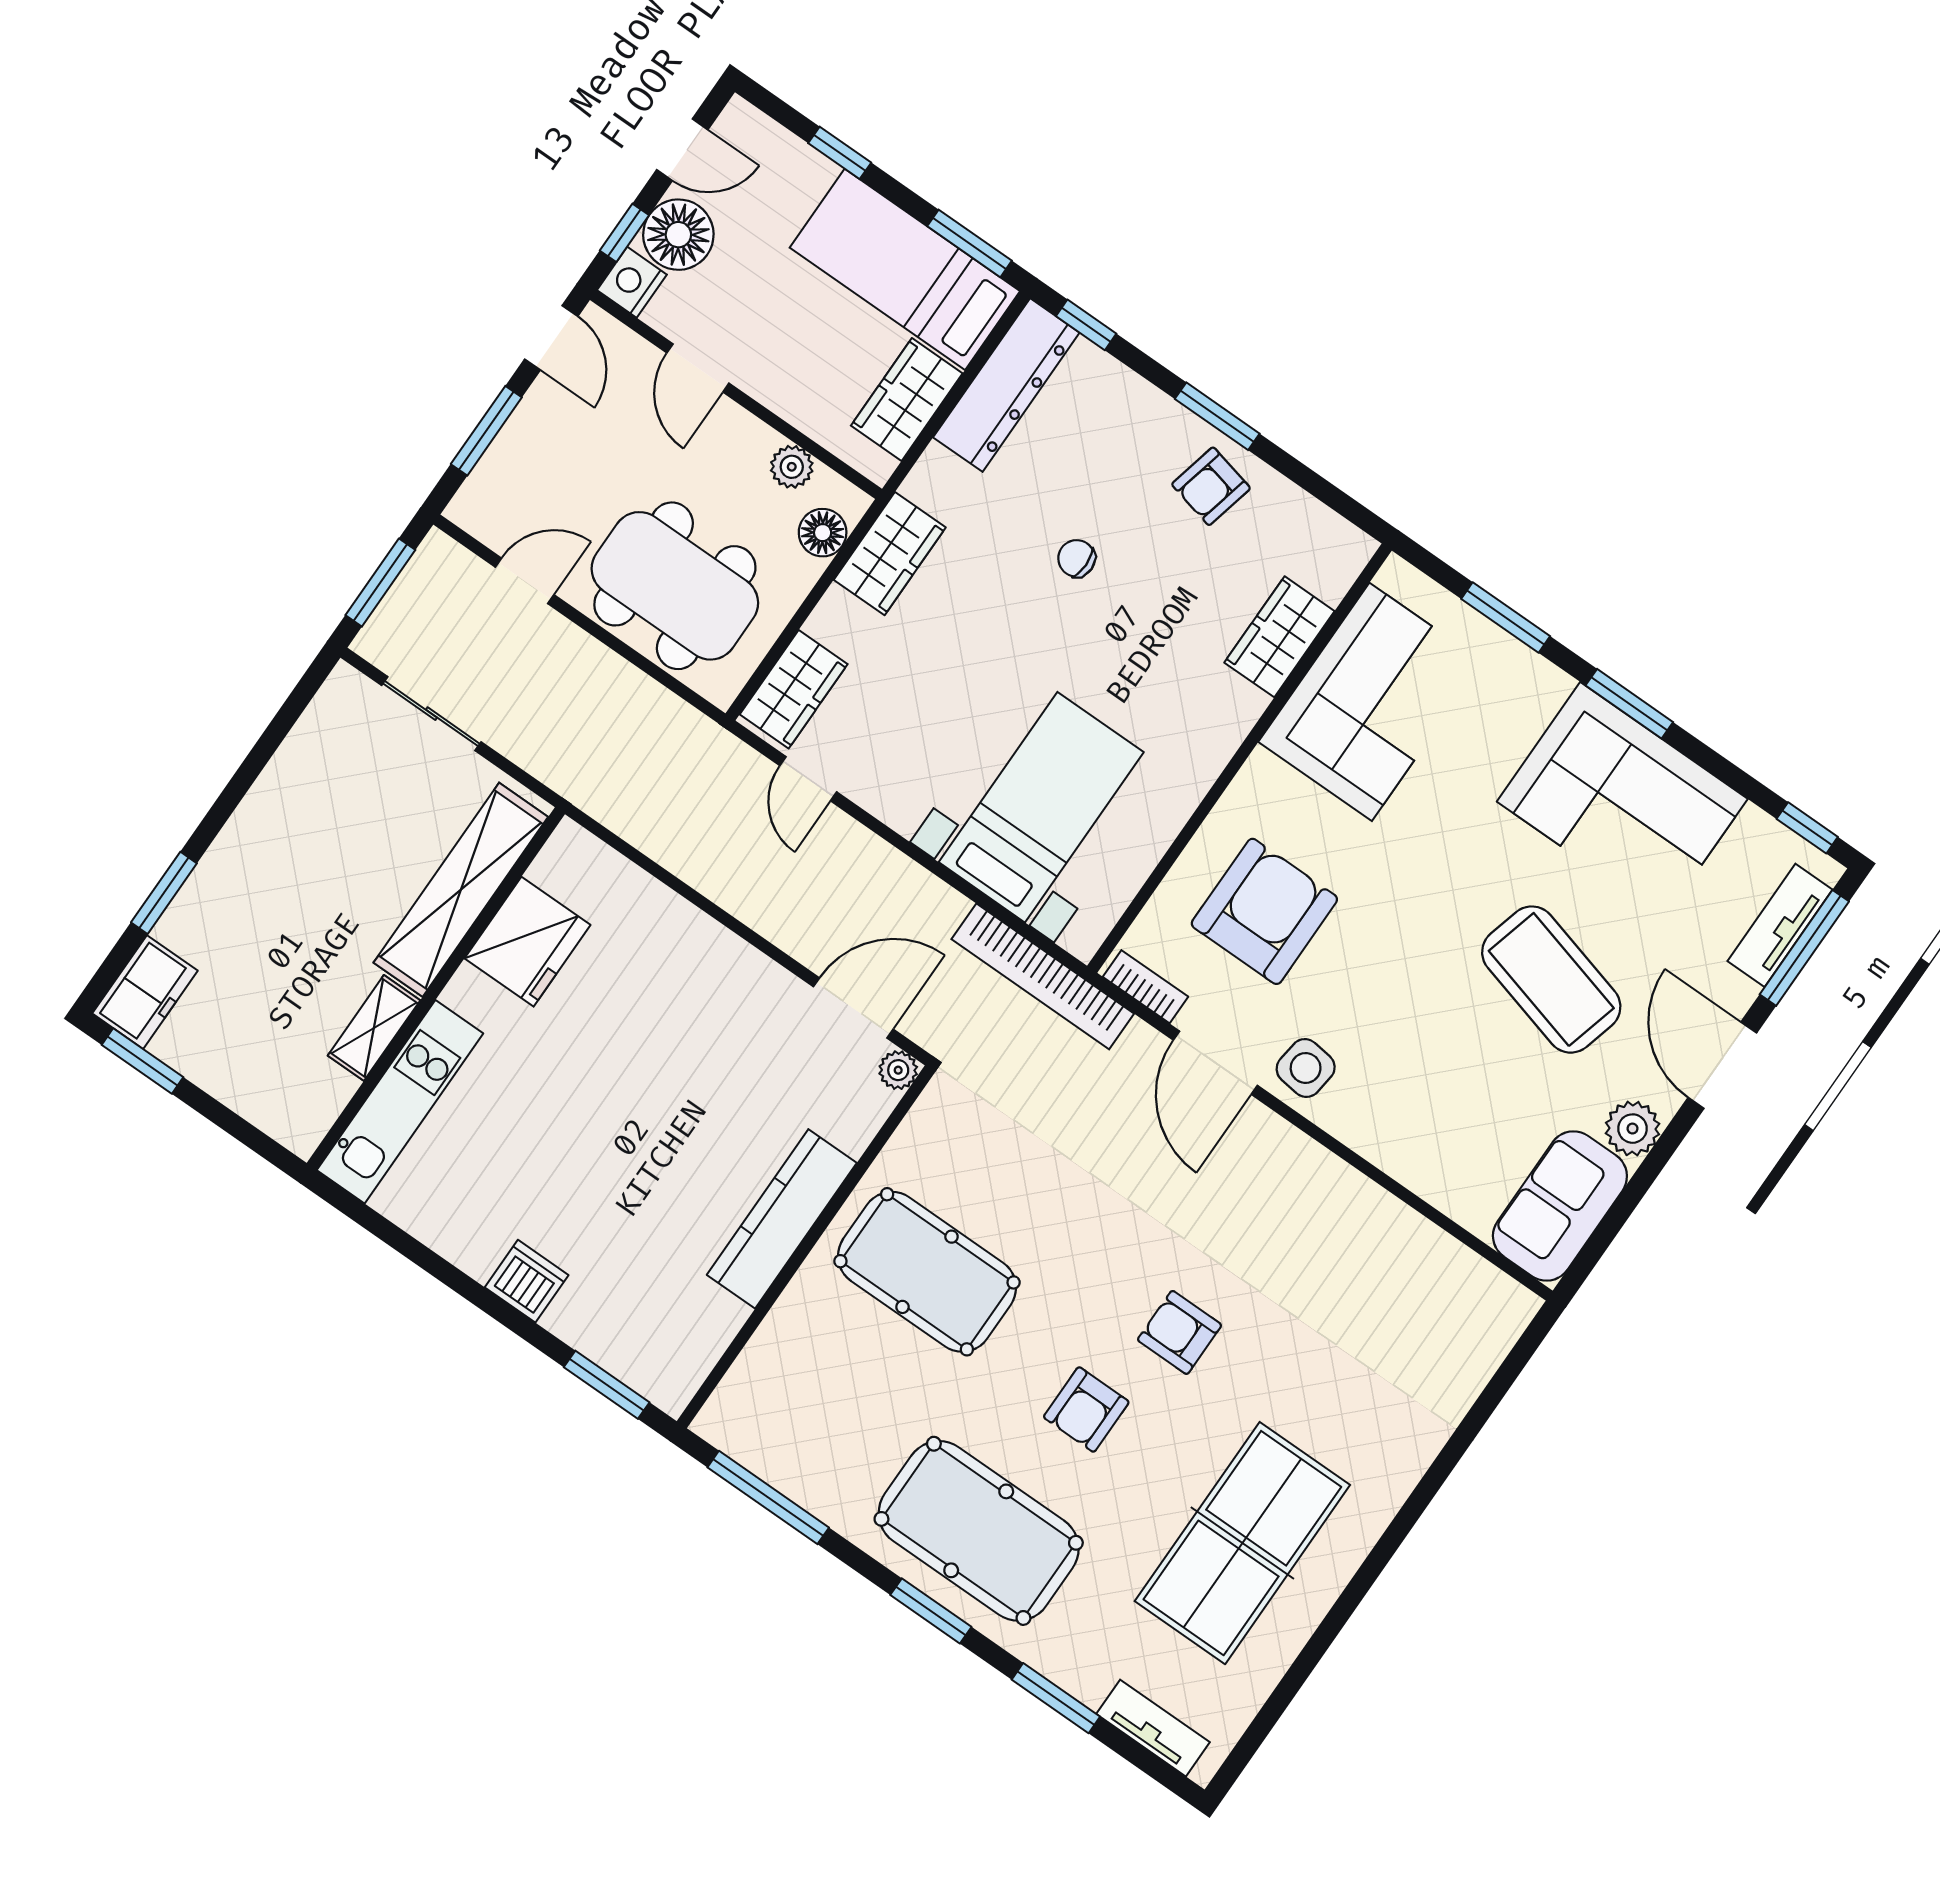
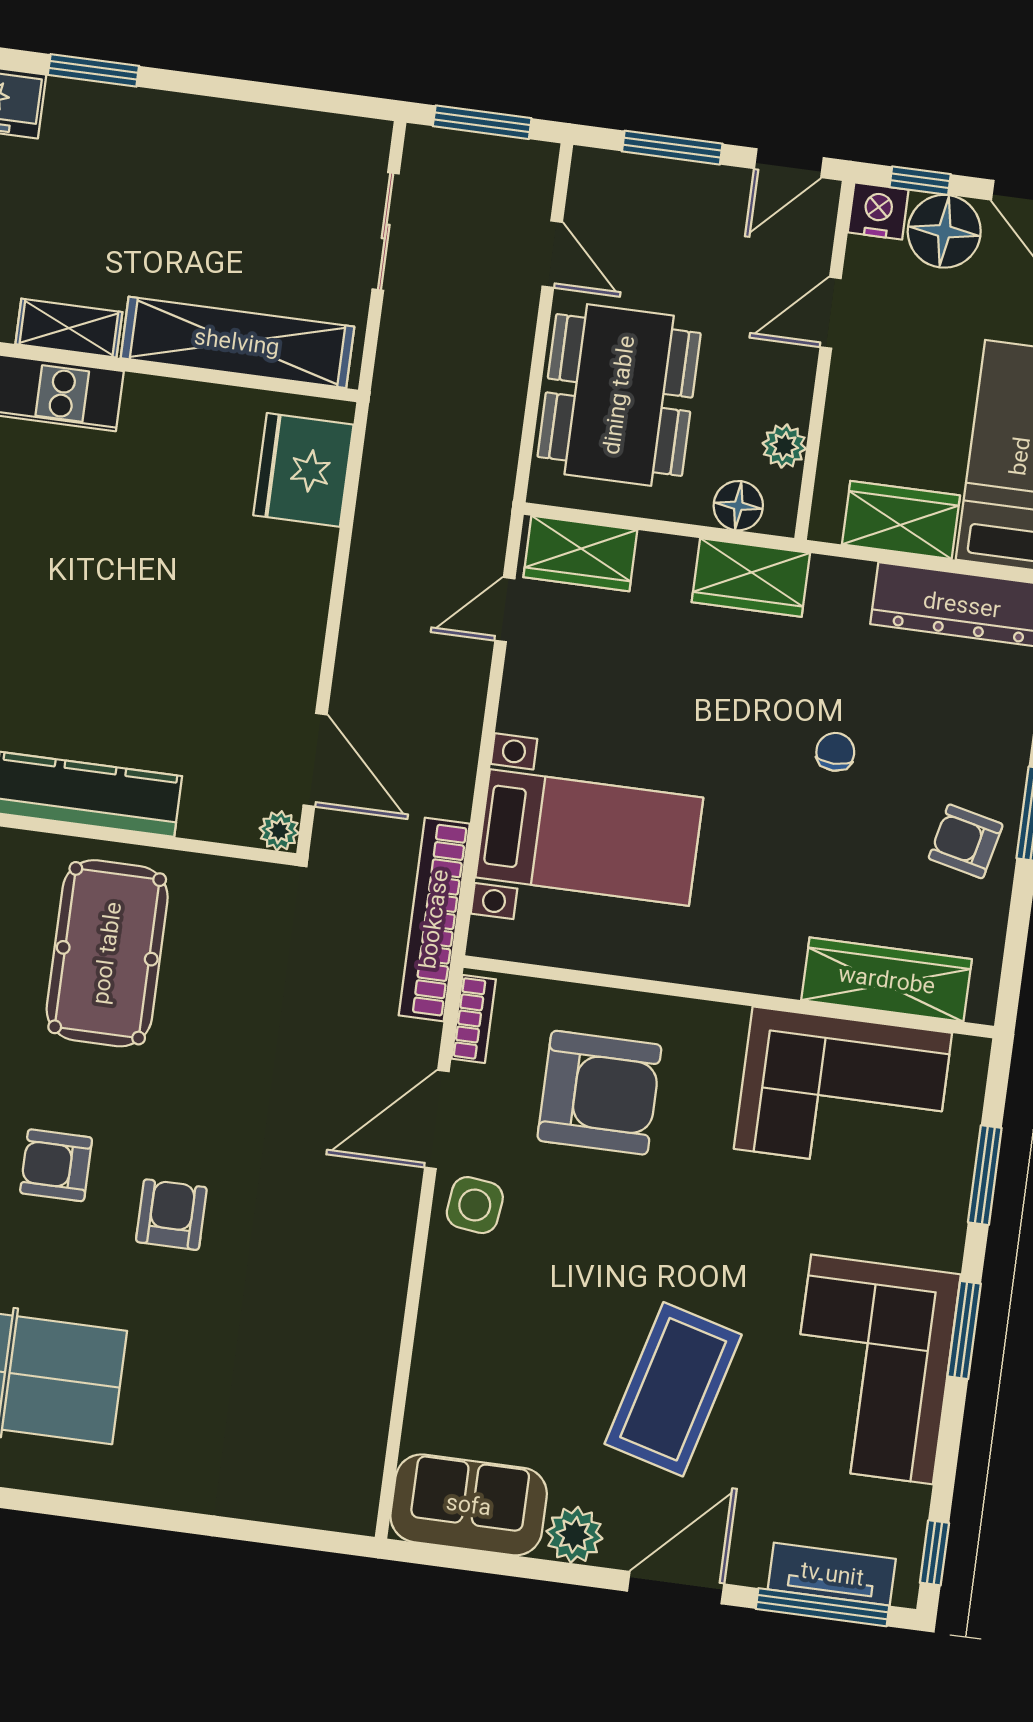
wardrobe: (1279, 637) -> (887, 980), width x1.50
fridge: (527, 942) -> (303, 470), moved, turned 90

